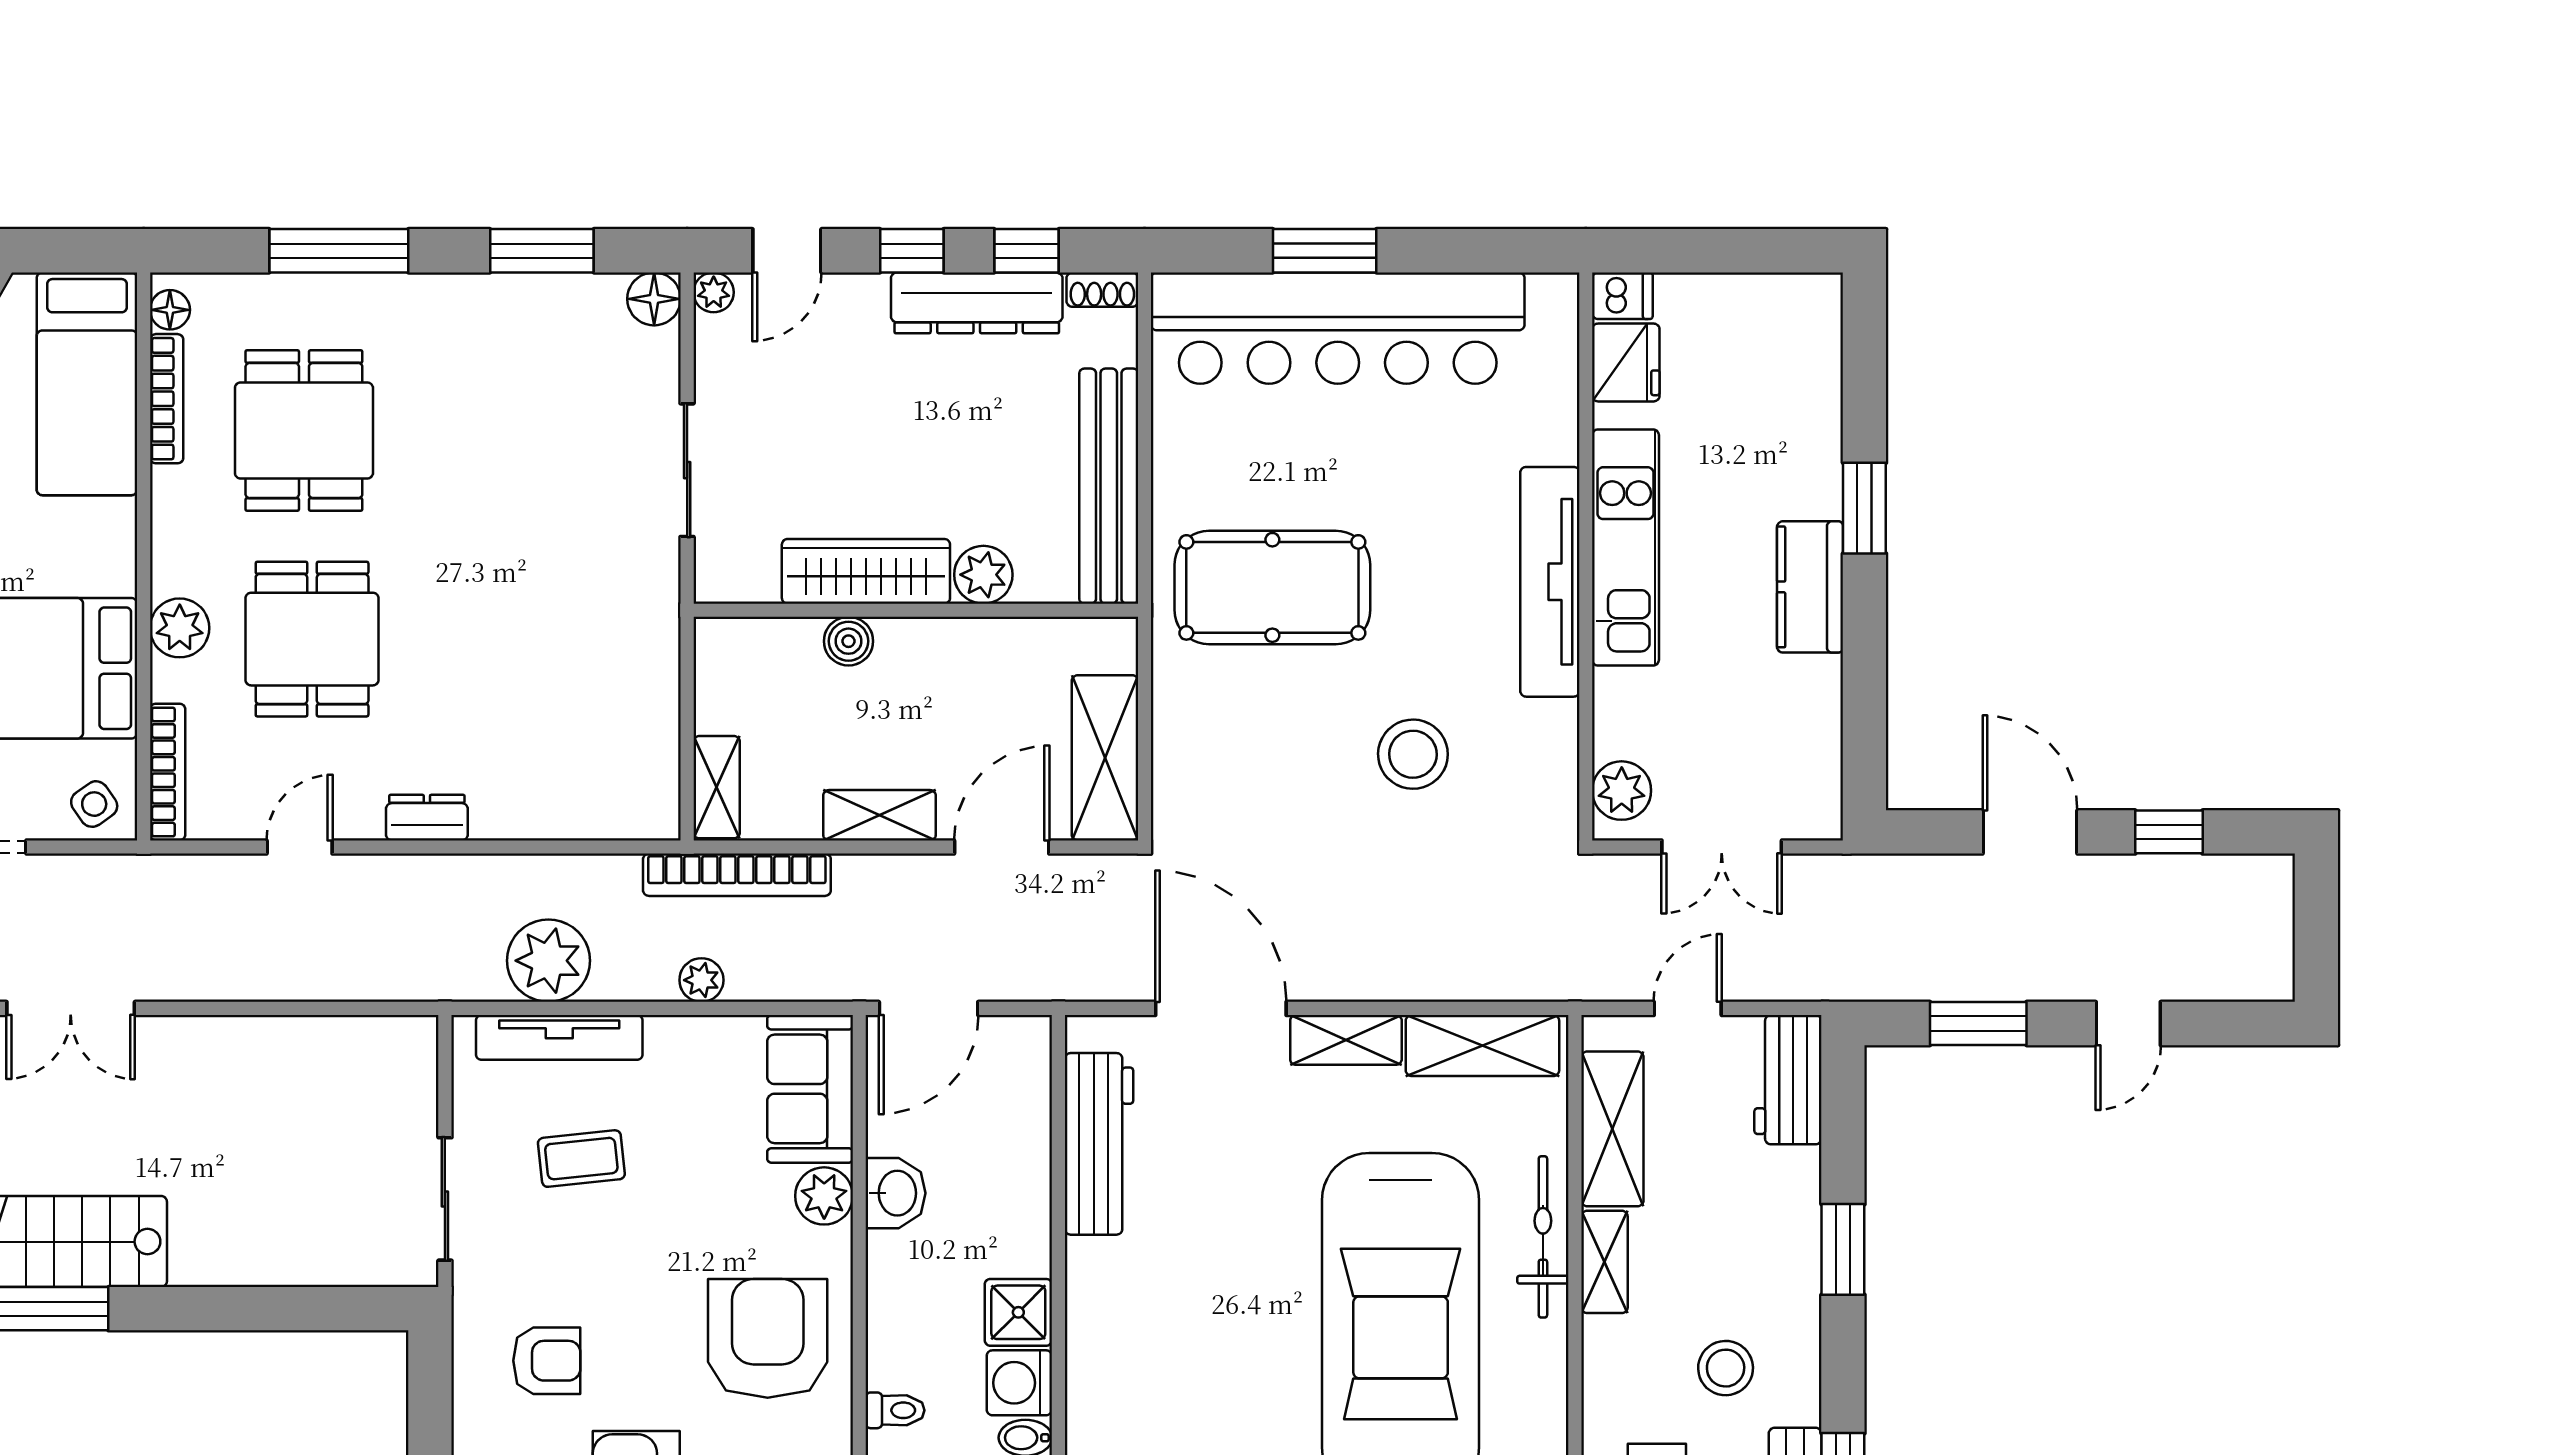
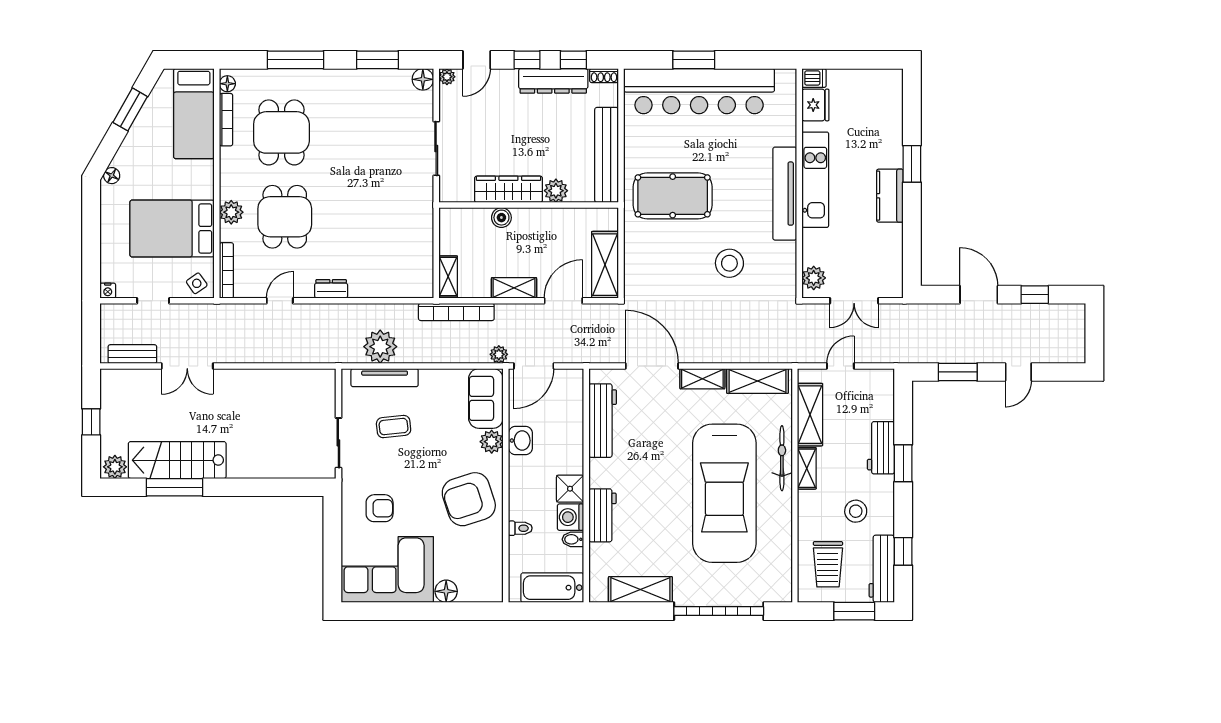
plant: (701, 980) -> (499, 354), moved
workbench: (1788, 1080) -> (881, 448), moved
armchair: (768, 1338) -> (469, 499), turned -108
workbench: (1099, 1378) -> (602, 515), added

